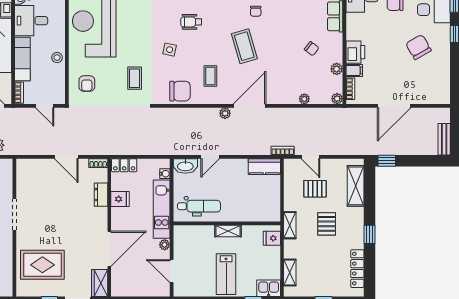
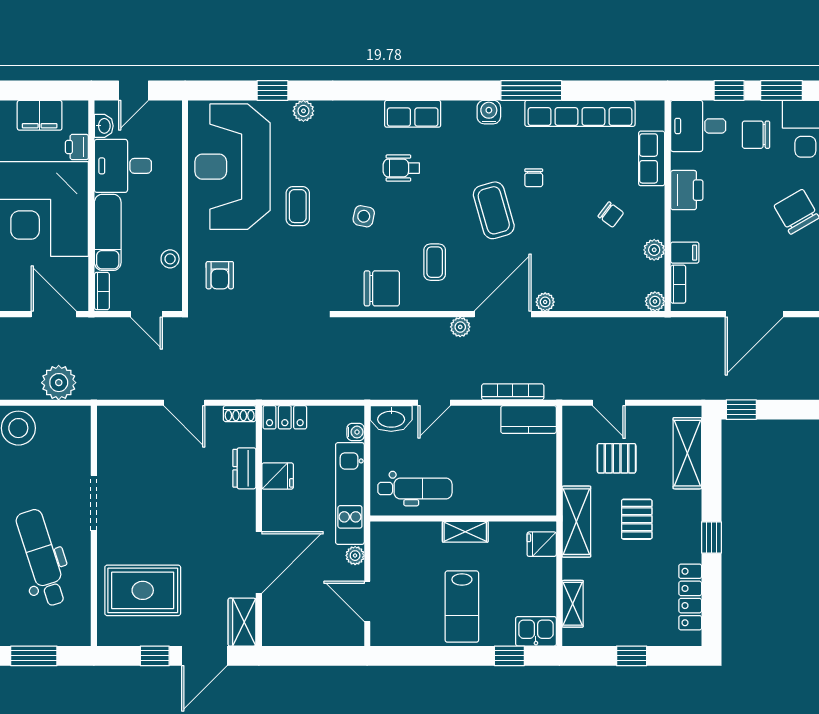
chair: (256, 11) -> (534, 178), moved
printer: (355, 52) -> (687, 190), moved
stool: (57, 58) -> (170, 259), moved
coffee table: (135, 78) -> (298, 206), moved
plant: (304, 99) -> (545, 302), moved
bookcase: (283, 151) -> (513, 392), moved, width x1.56
shelving: (290, 225) -> (576, 522), width x1.50, depth x1.33

